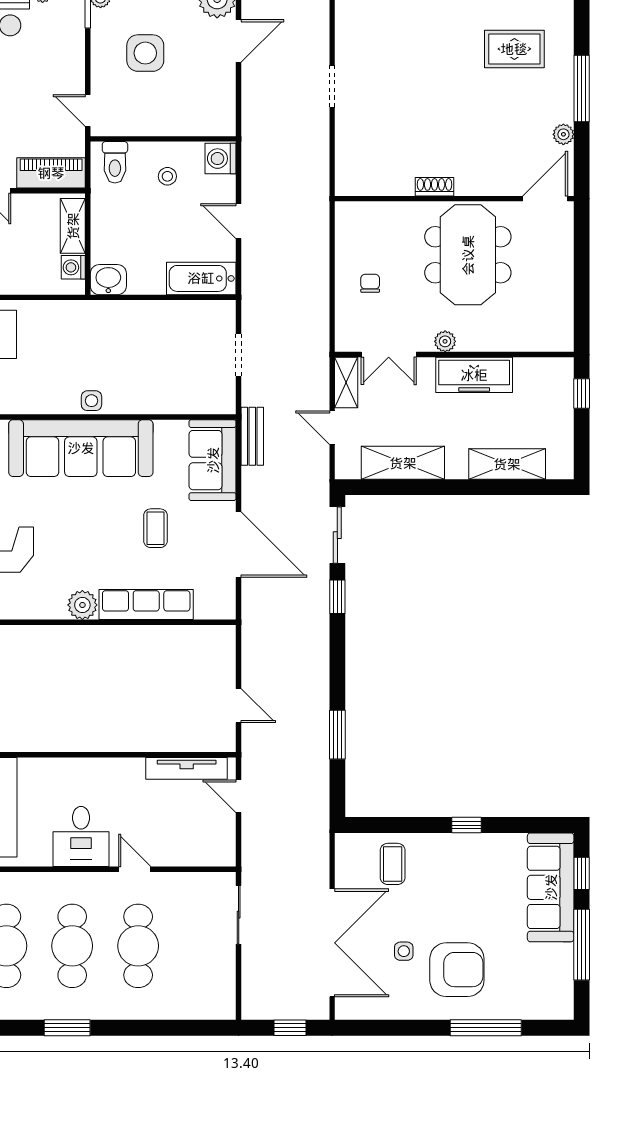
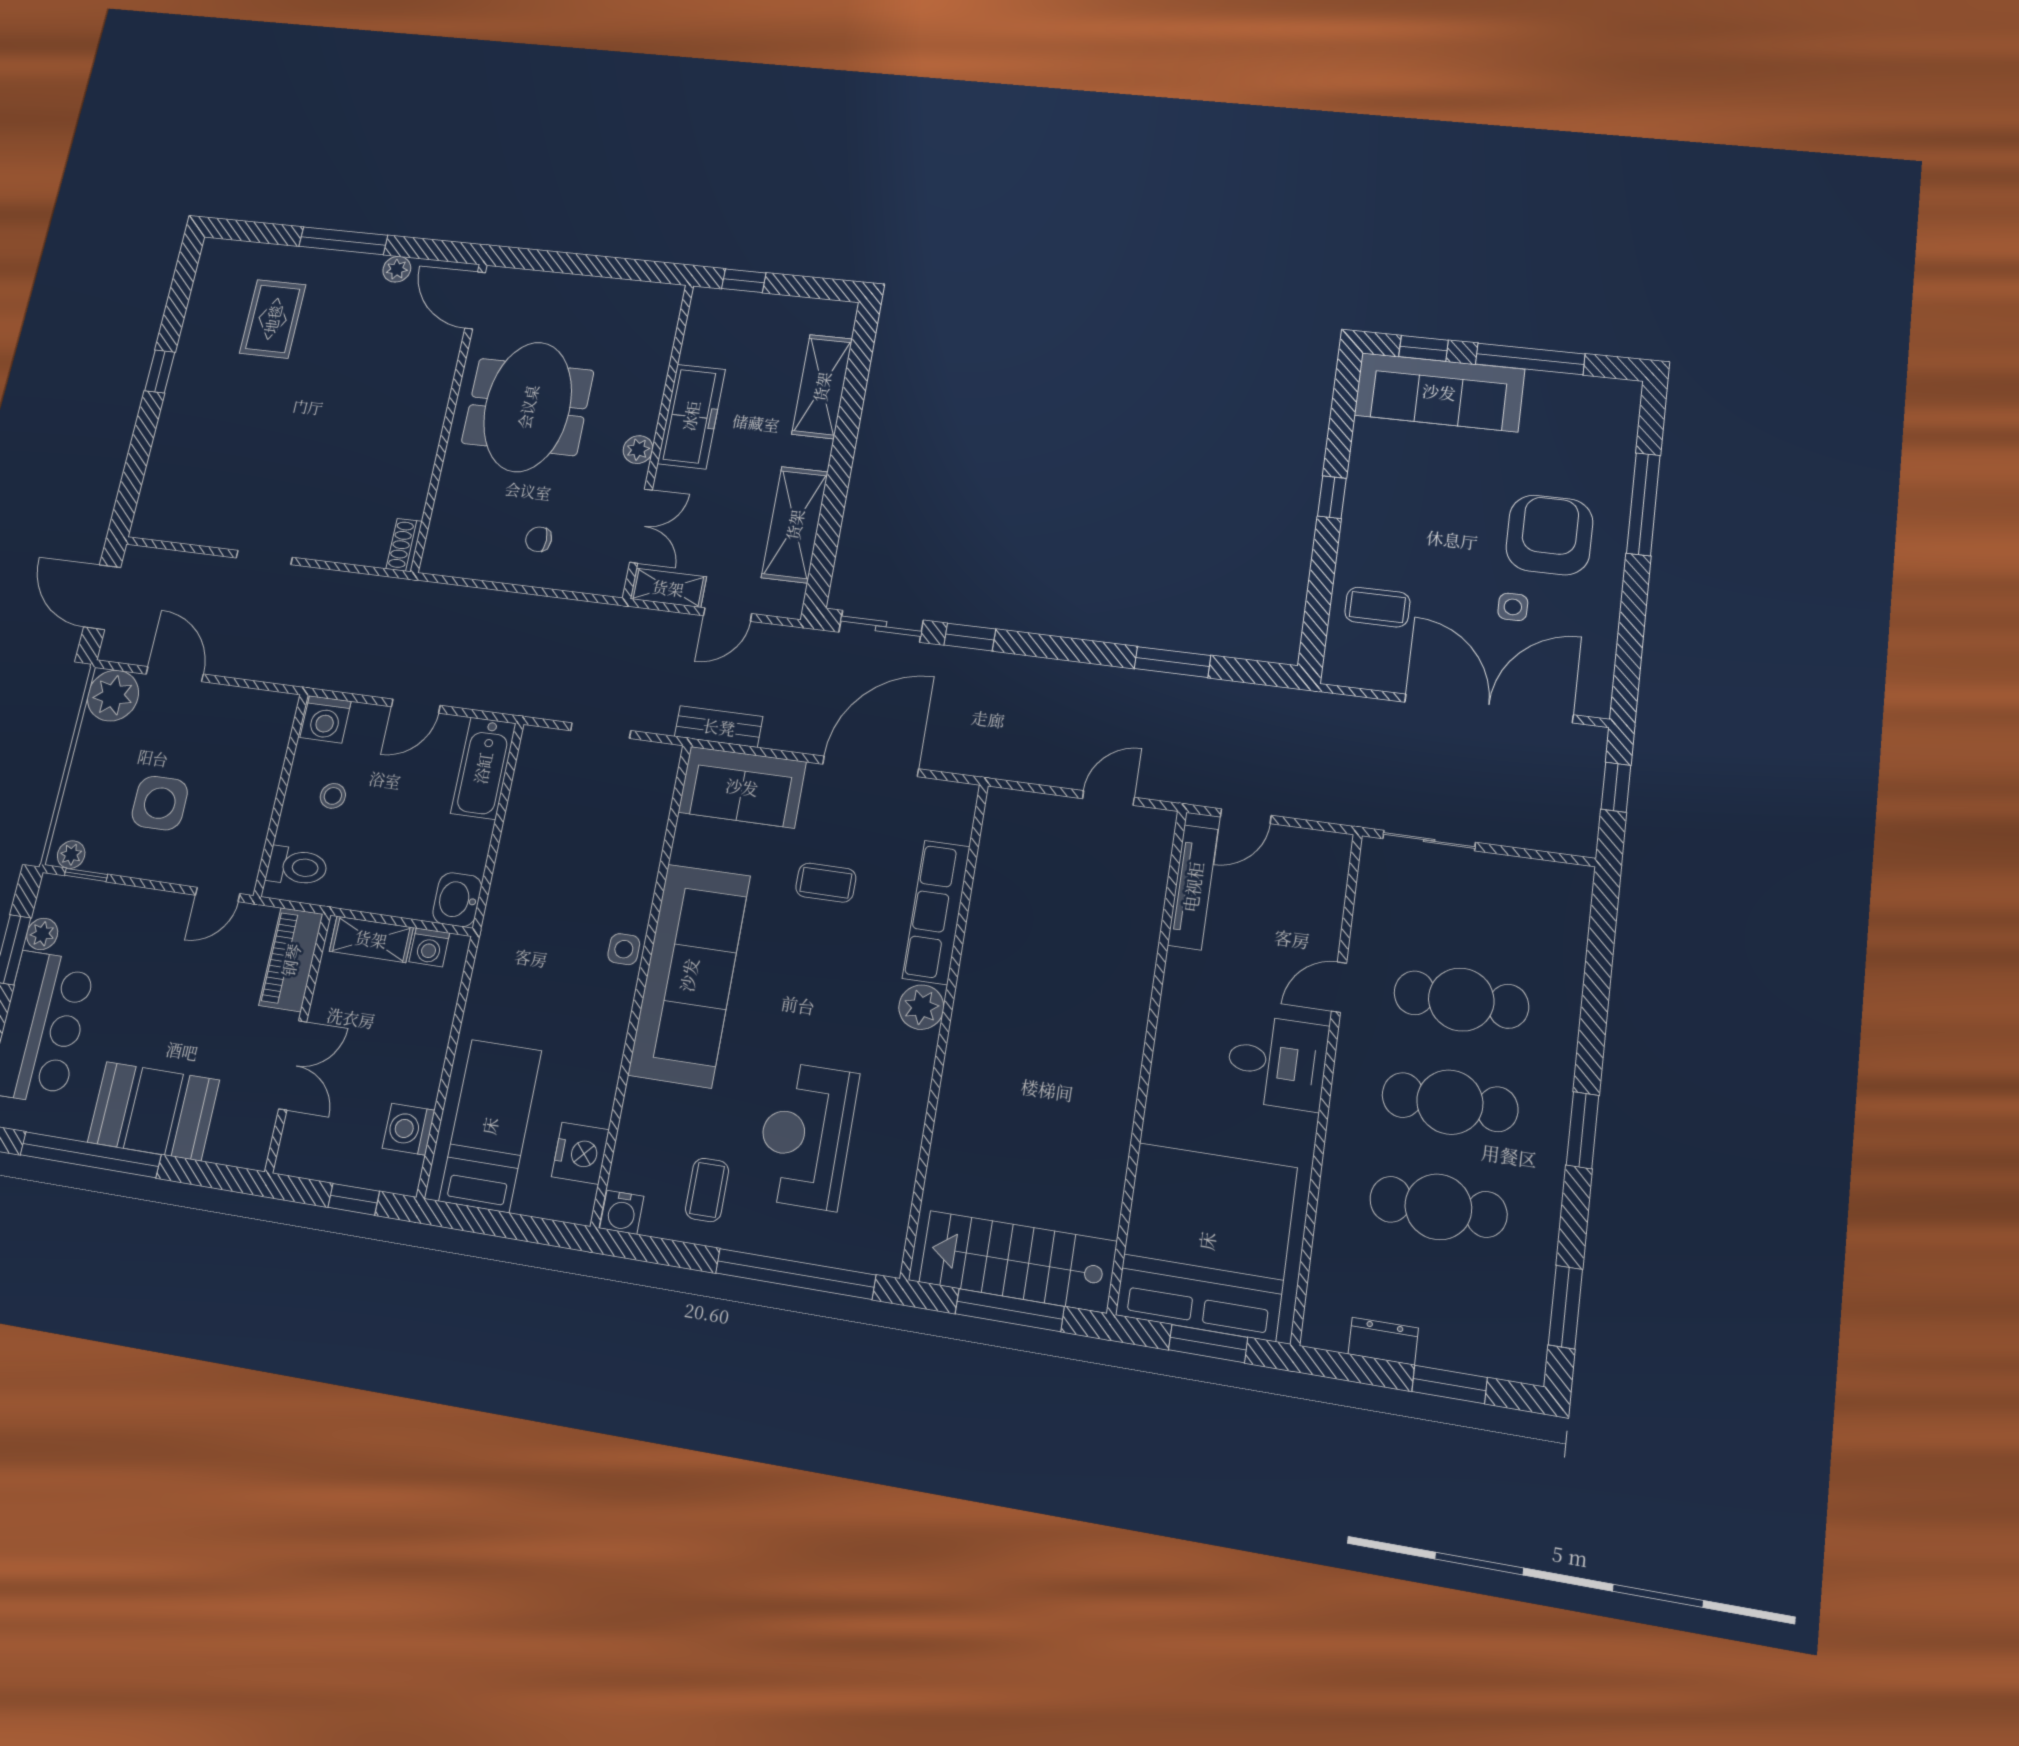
shoe rack: (435, 187) -> (404, 545), moved
meeting table: (468, 255) -> (528, 407), turned 90

